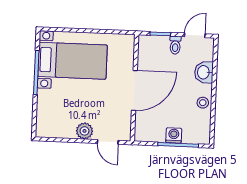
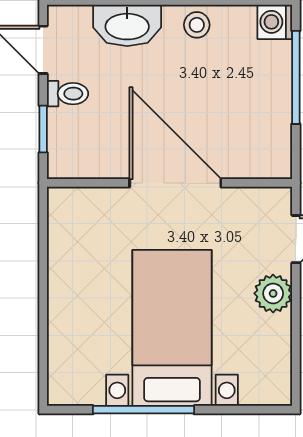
bed with nightstands: (72, 61) -> (172, 328), moved
washbasin: (204, 72) -> (127, 25), width x1.38
washing machine: (174, 135) -> (275, 22), moved

